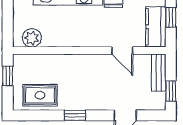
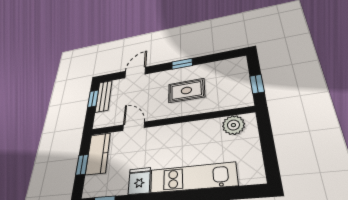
bench: (159, 73) -> (104, 96), moved
rug: (40, 95) -> (186, 90), moved

